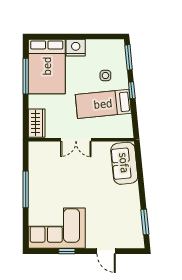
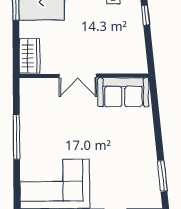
bed: (103, 104) -> (111, 32), removed
sofa: (124, 163) -> (123, 92), moved, turned -84

